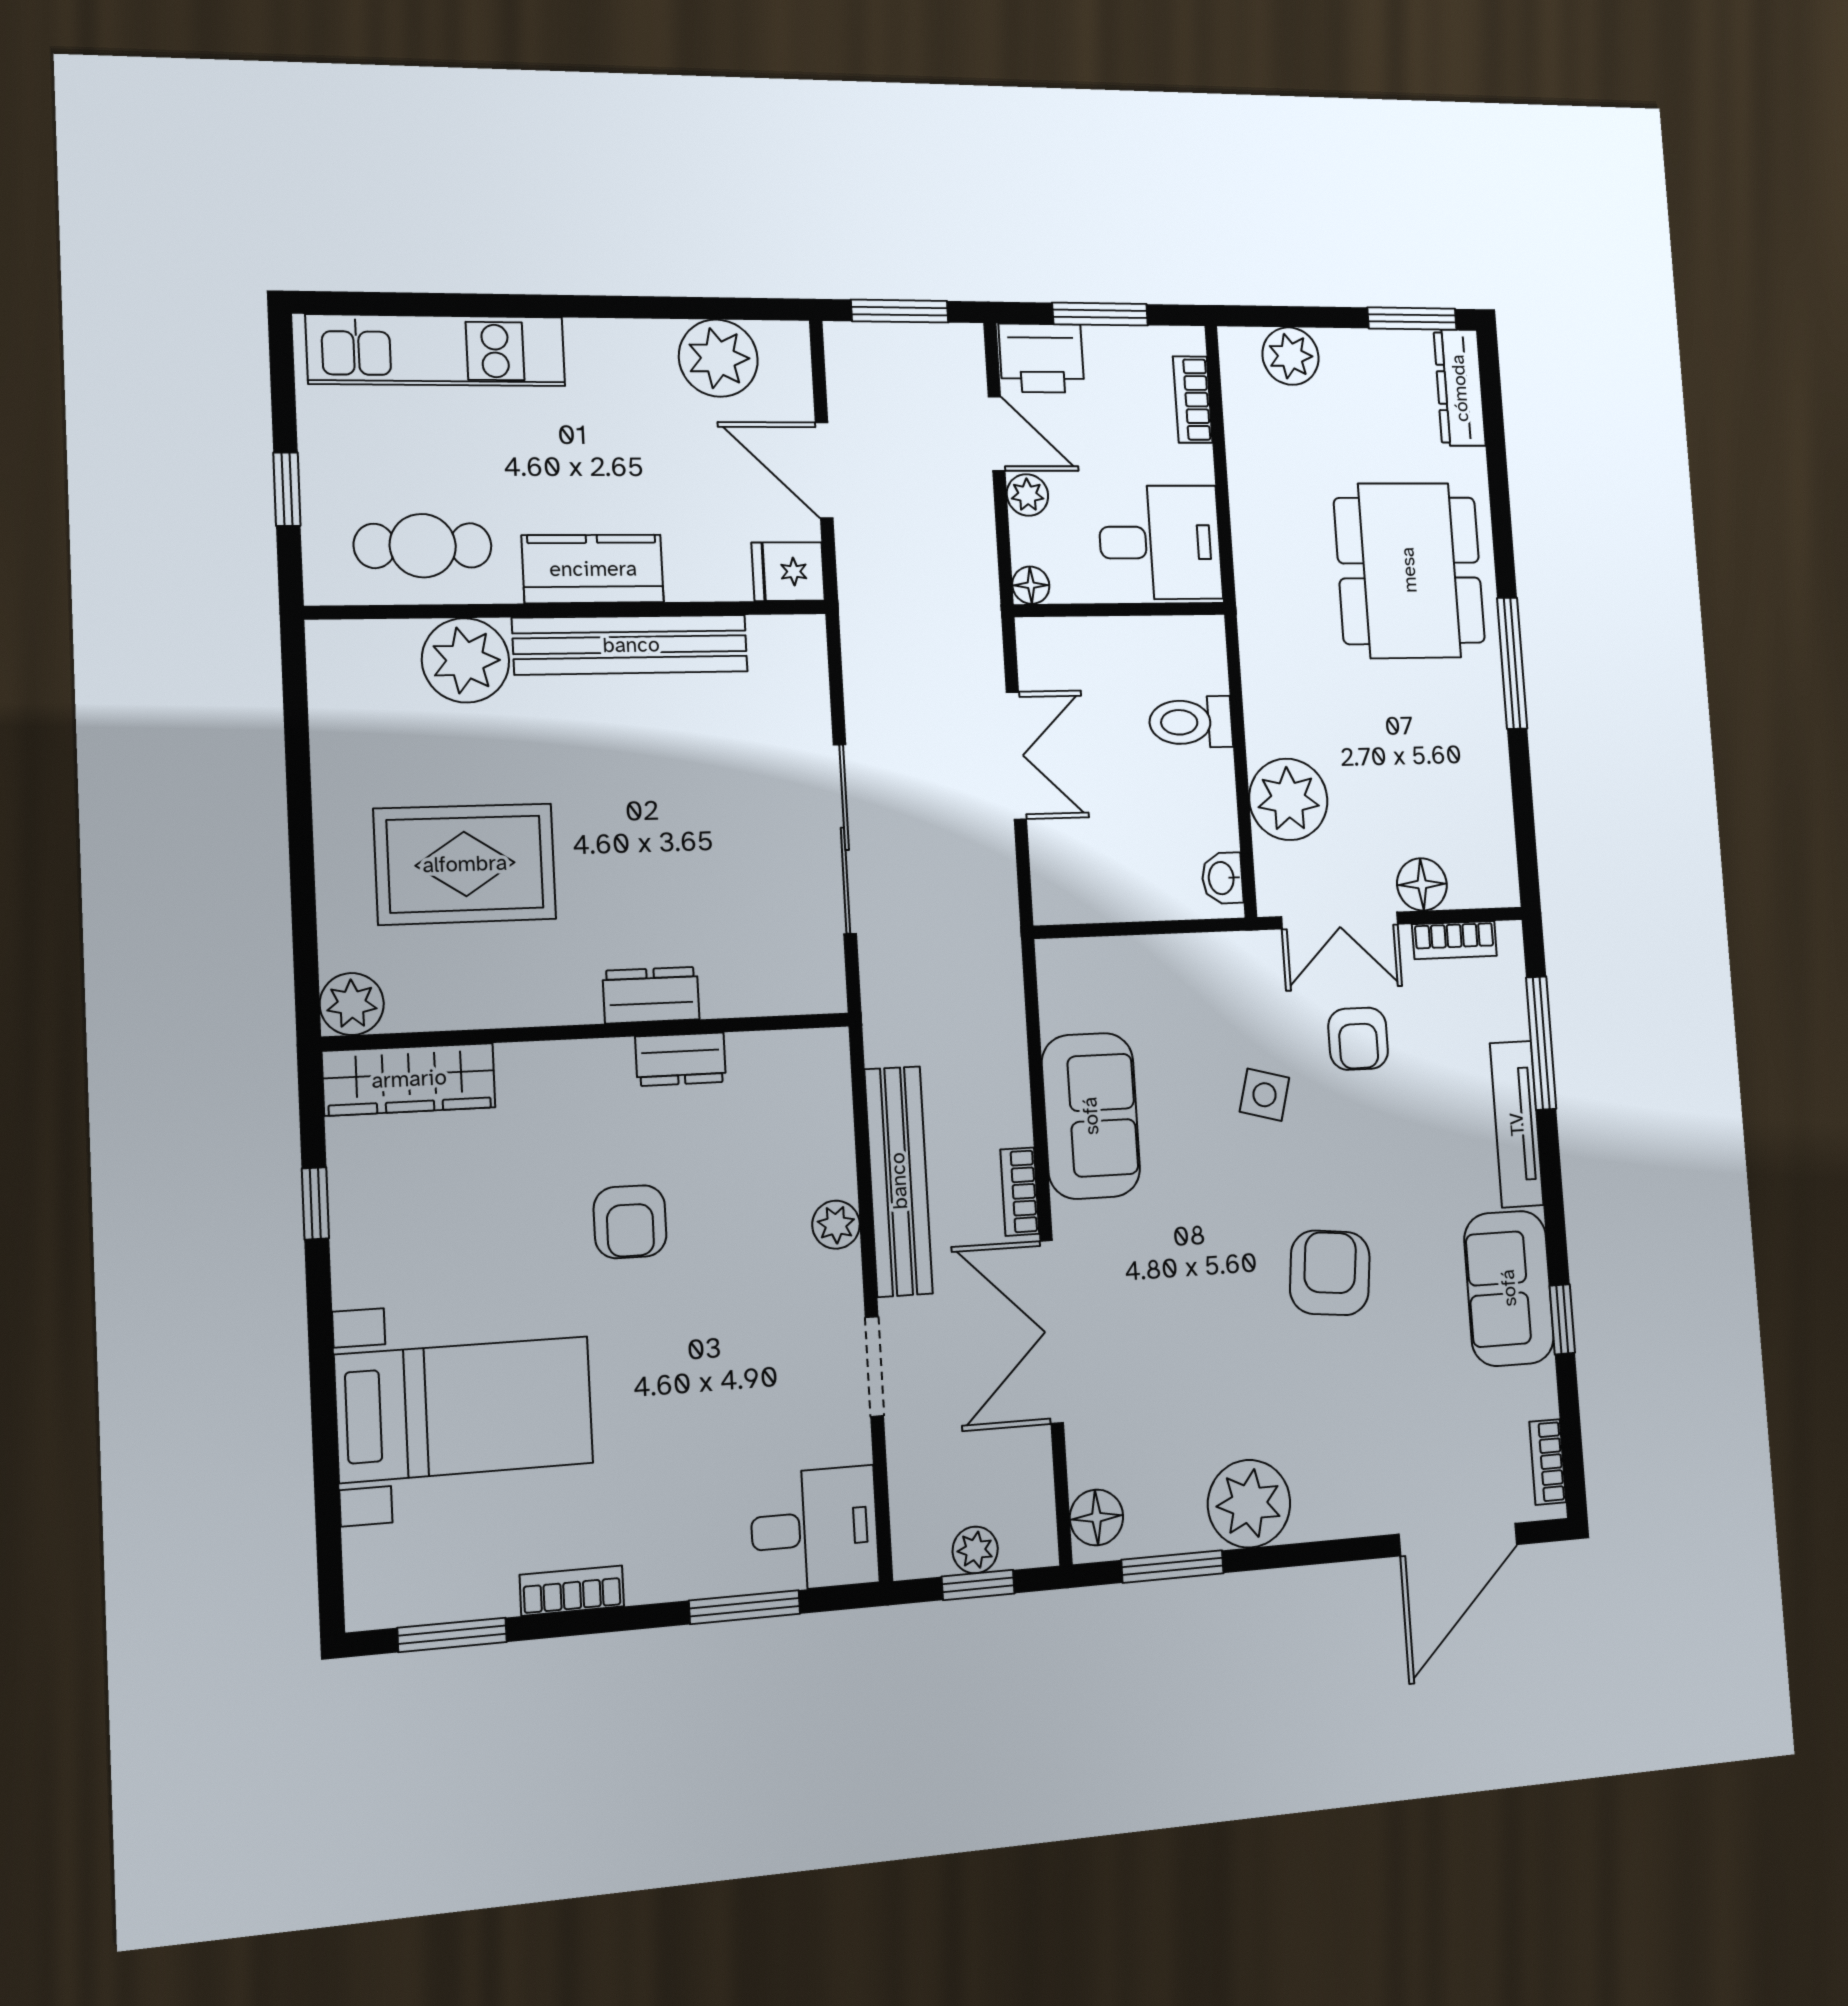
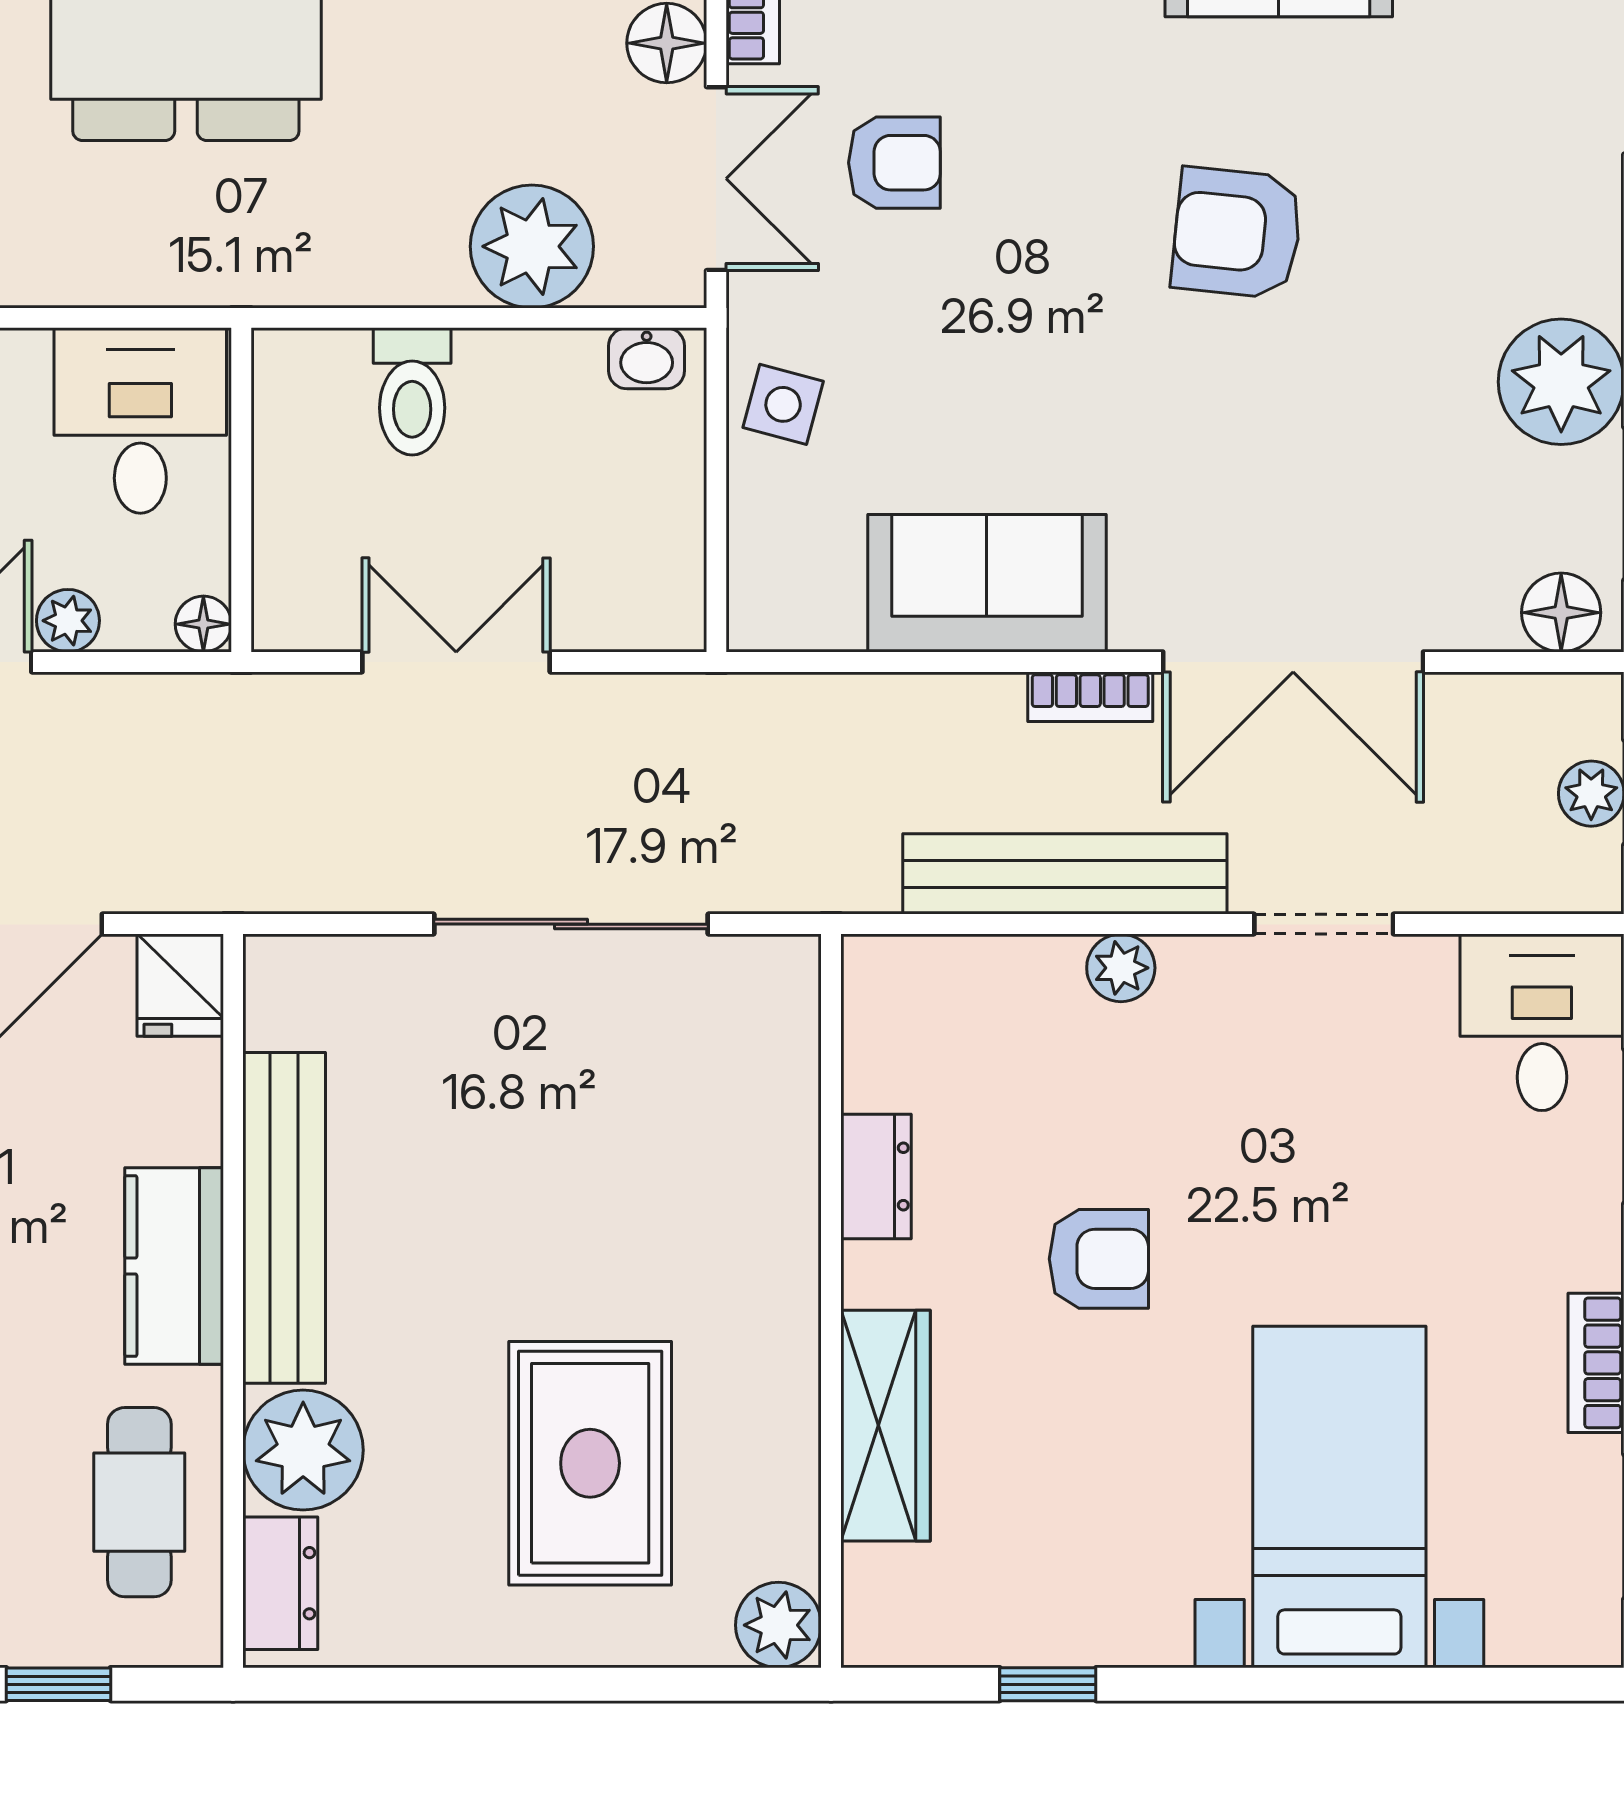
dresser: (651, 995) -> (280, 1583), moved, turned 180
wardrobe: (409, 1079) -> (885, 1426), moved
side table: (1265, 1095) -> (783, 404), moved

